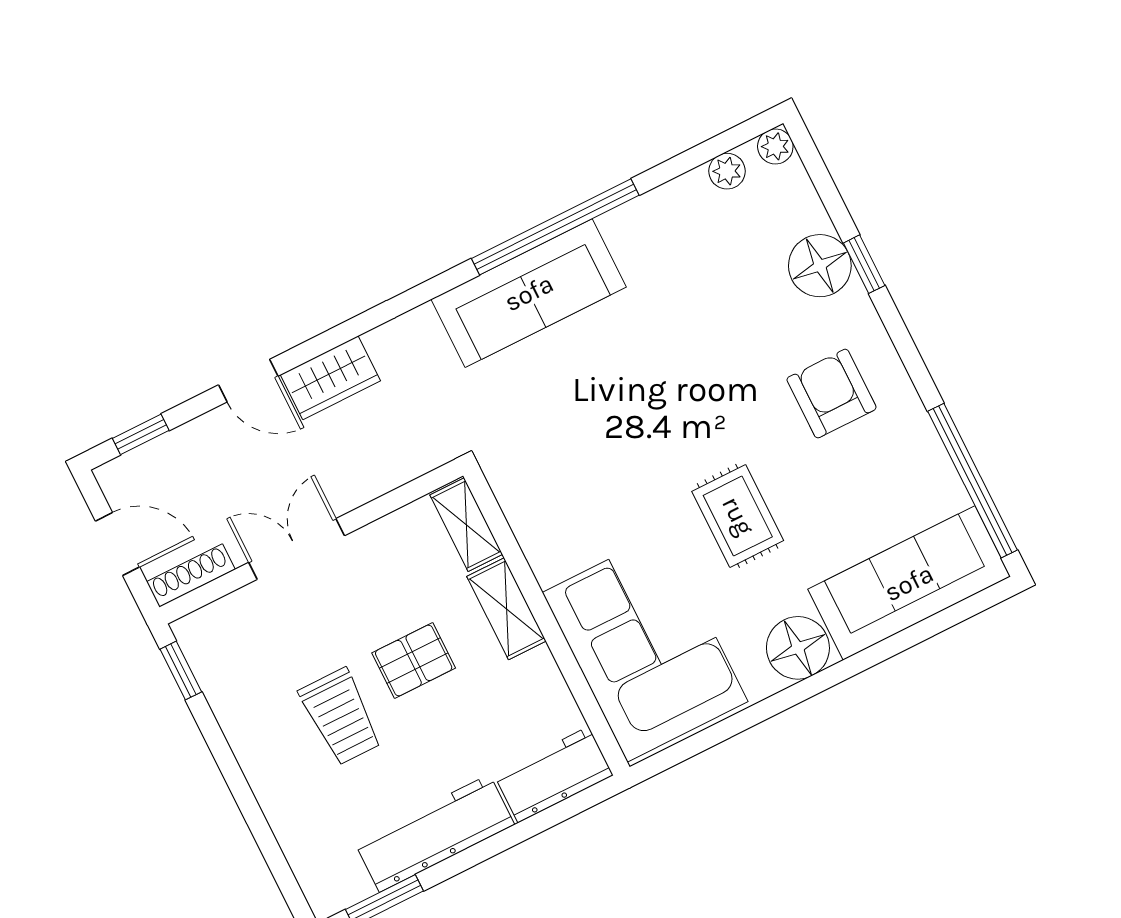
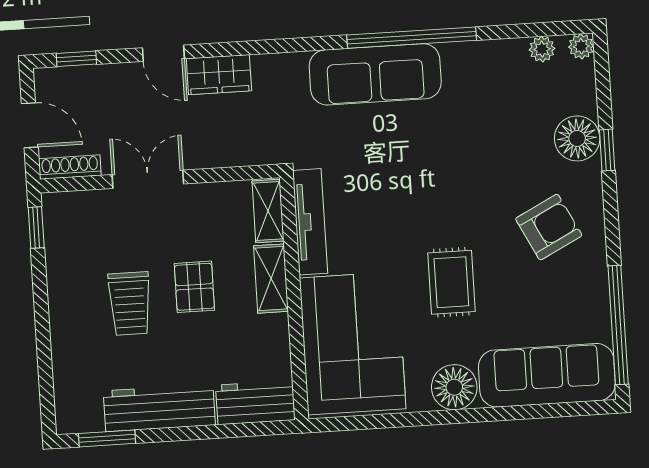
armchair: (832, 394) -> (549, 227), turned 63
tv unit: (526, 516) -> (310, 222), added
pallet: (414, 660) -> (194, 287), turned 90

